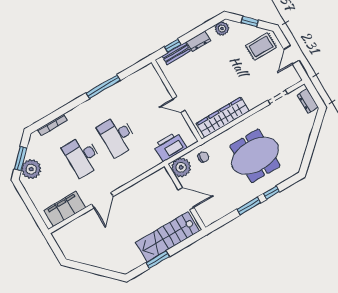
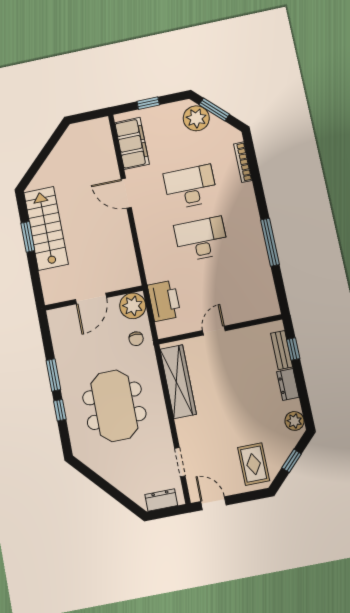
door: (291, 55) -> (213, 503), moved
window: (31, 208) -> (148, 103), added
stairs: (167, 237) -> (46, 228), moved

